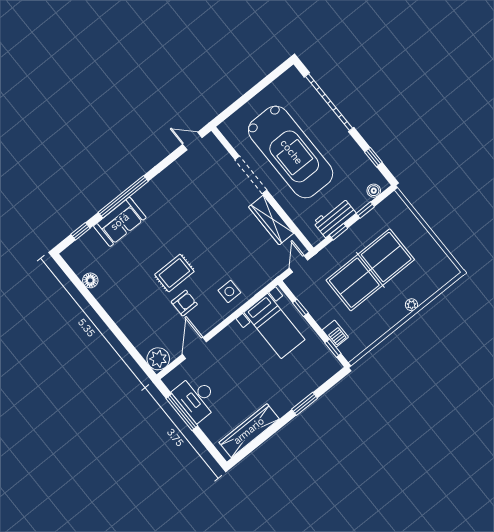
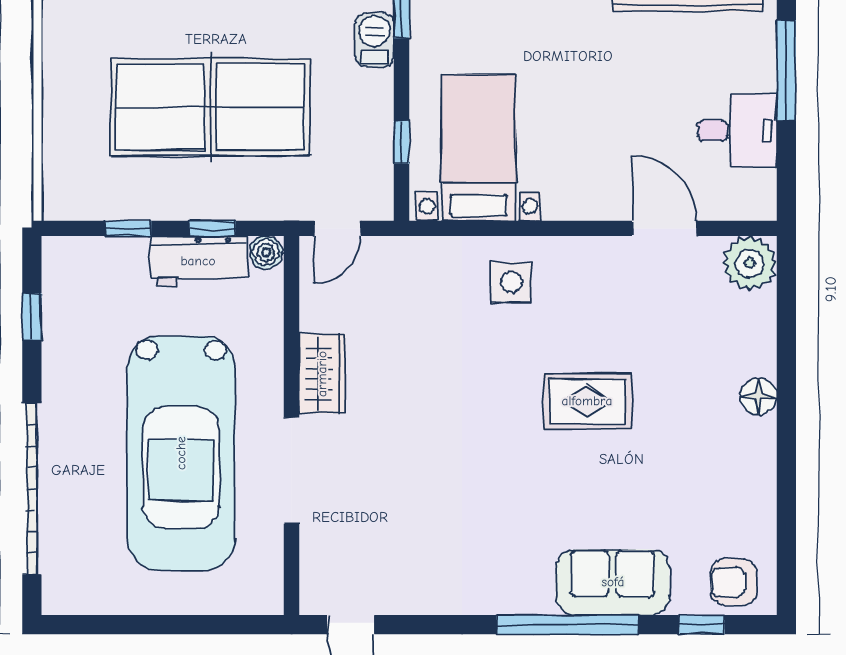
car: (291, 152) -> (181, 453), turned 180
boiler: (374, 191) -> (266, 252), moved
wardrobe: (271, 220) -> (322, 374), width x0.67
floor lamp: (90, 280) -> (758, 396), moved
armchair: (184, 303) -> (734, 582), moved
door: (194, 348) -> (664, 228), swing flipped
desk: (196, 398) -> (737, 130), width x0.73
window: (182, 412) -> (786, 70), moved

